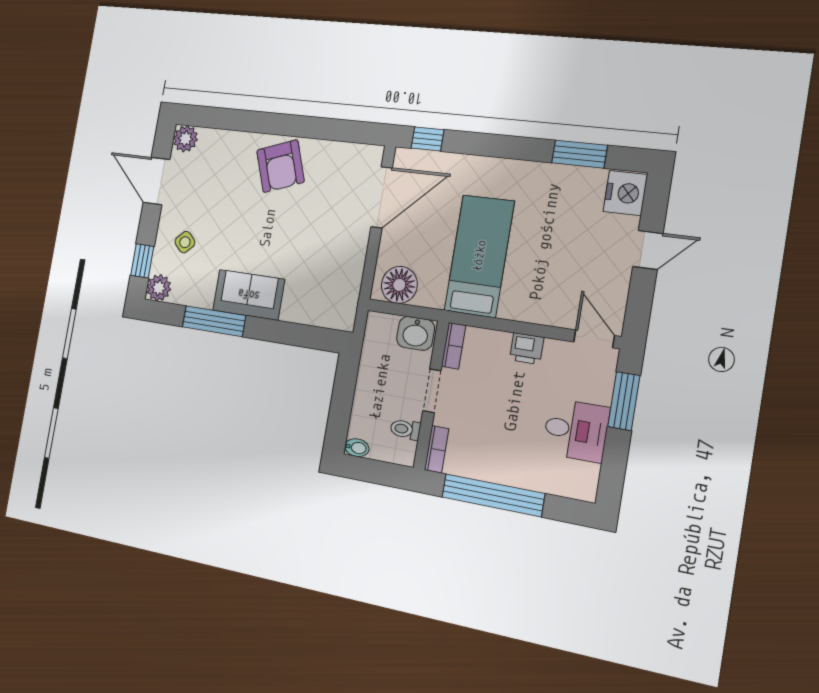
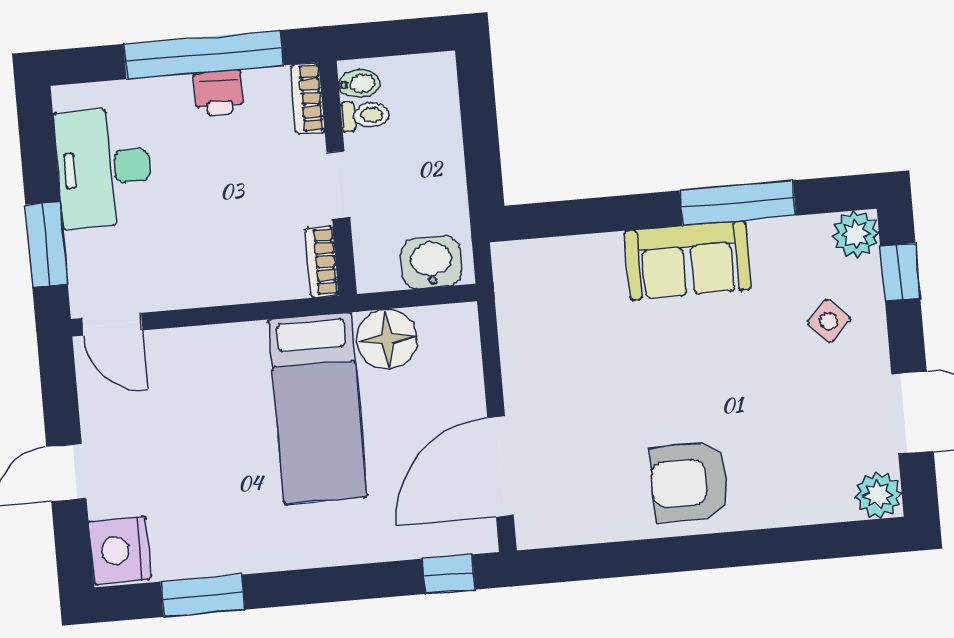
armchair: (280, 166) -> (690, 482), turned -70
floor lamp: (399, 285) -> (387, 339), moved
washbasin: (416, 333) -> (431, 262), moved
printer: (527, 349) -> (219, 93), moved, turned 180
desk: (576, 430) -> (104, 168), width x1.37
bidet: (357, 448) -> (359, 84), moved, turned 180

